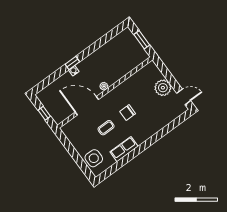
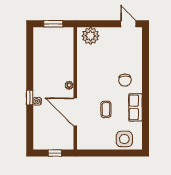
plant: (163, 88) -> (90, 36), moved
door: (184, 97) -> (128, 24), hinge flipped
door: (87, 106) -> (75, 112), hinge flipped
chair: (128, 113) -> (125, 80), moved

